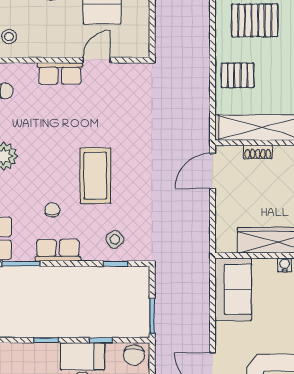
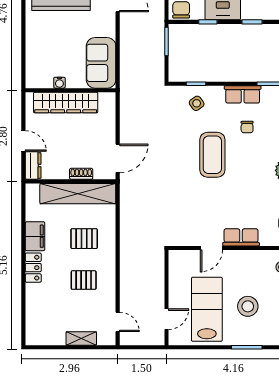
pallet: (255, 20) -> (84, 280), width x0.67, depth x0.71
pallet: (238, 75) -> (84, 239), moved

